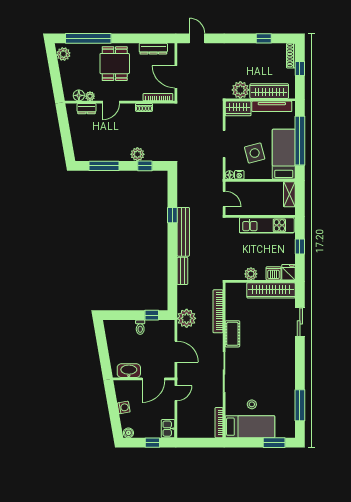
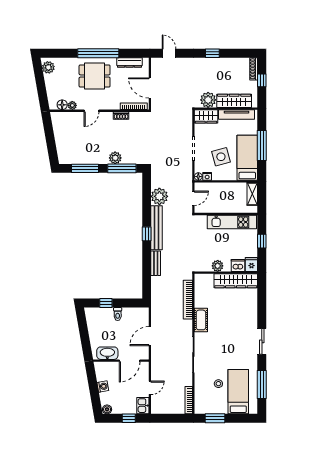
window: (88, 38) -> (98, 53), moved
window: (264, 38) -> (212, 53), moved
dining table: (115, 64) -> (95, 76), turned 90
dresser: (87, 109) -> (69, 117), removed
window: (300, 141) -> (262, 146), width x0.68
window: (145, 166) -> (122, 168), width x2.17
door: (224, 199) -> (193, 198), hinge flipped
window: (172, 215) -> (147, 234), moved
window: (152, 315) -> (106, 303), moved
plant: (187, 318) -> (159, 196), moved
sliding door: (300, 322) -> (262, 341), moved
door: (176, 352) -> (150, 336), swing flipped
door: (176, 393) -> (150, 388), moved
bed: (250, 427) -> (238, 392), moved, turned -90
window: (274, 443) -> (215, 418), moved

